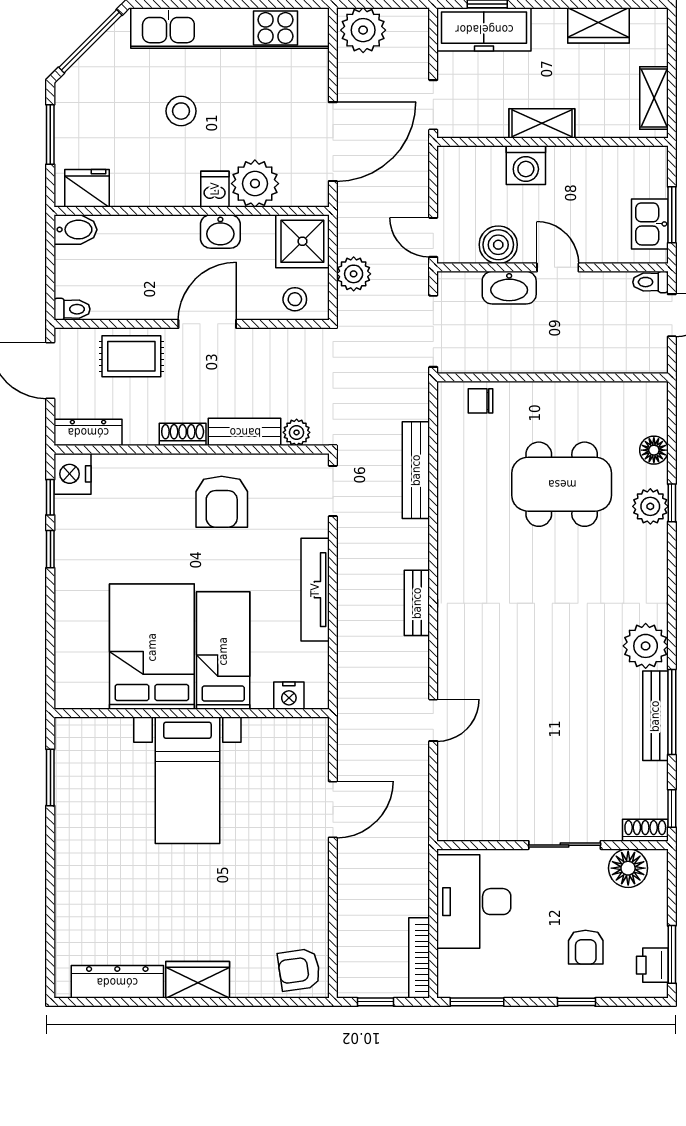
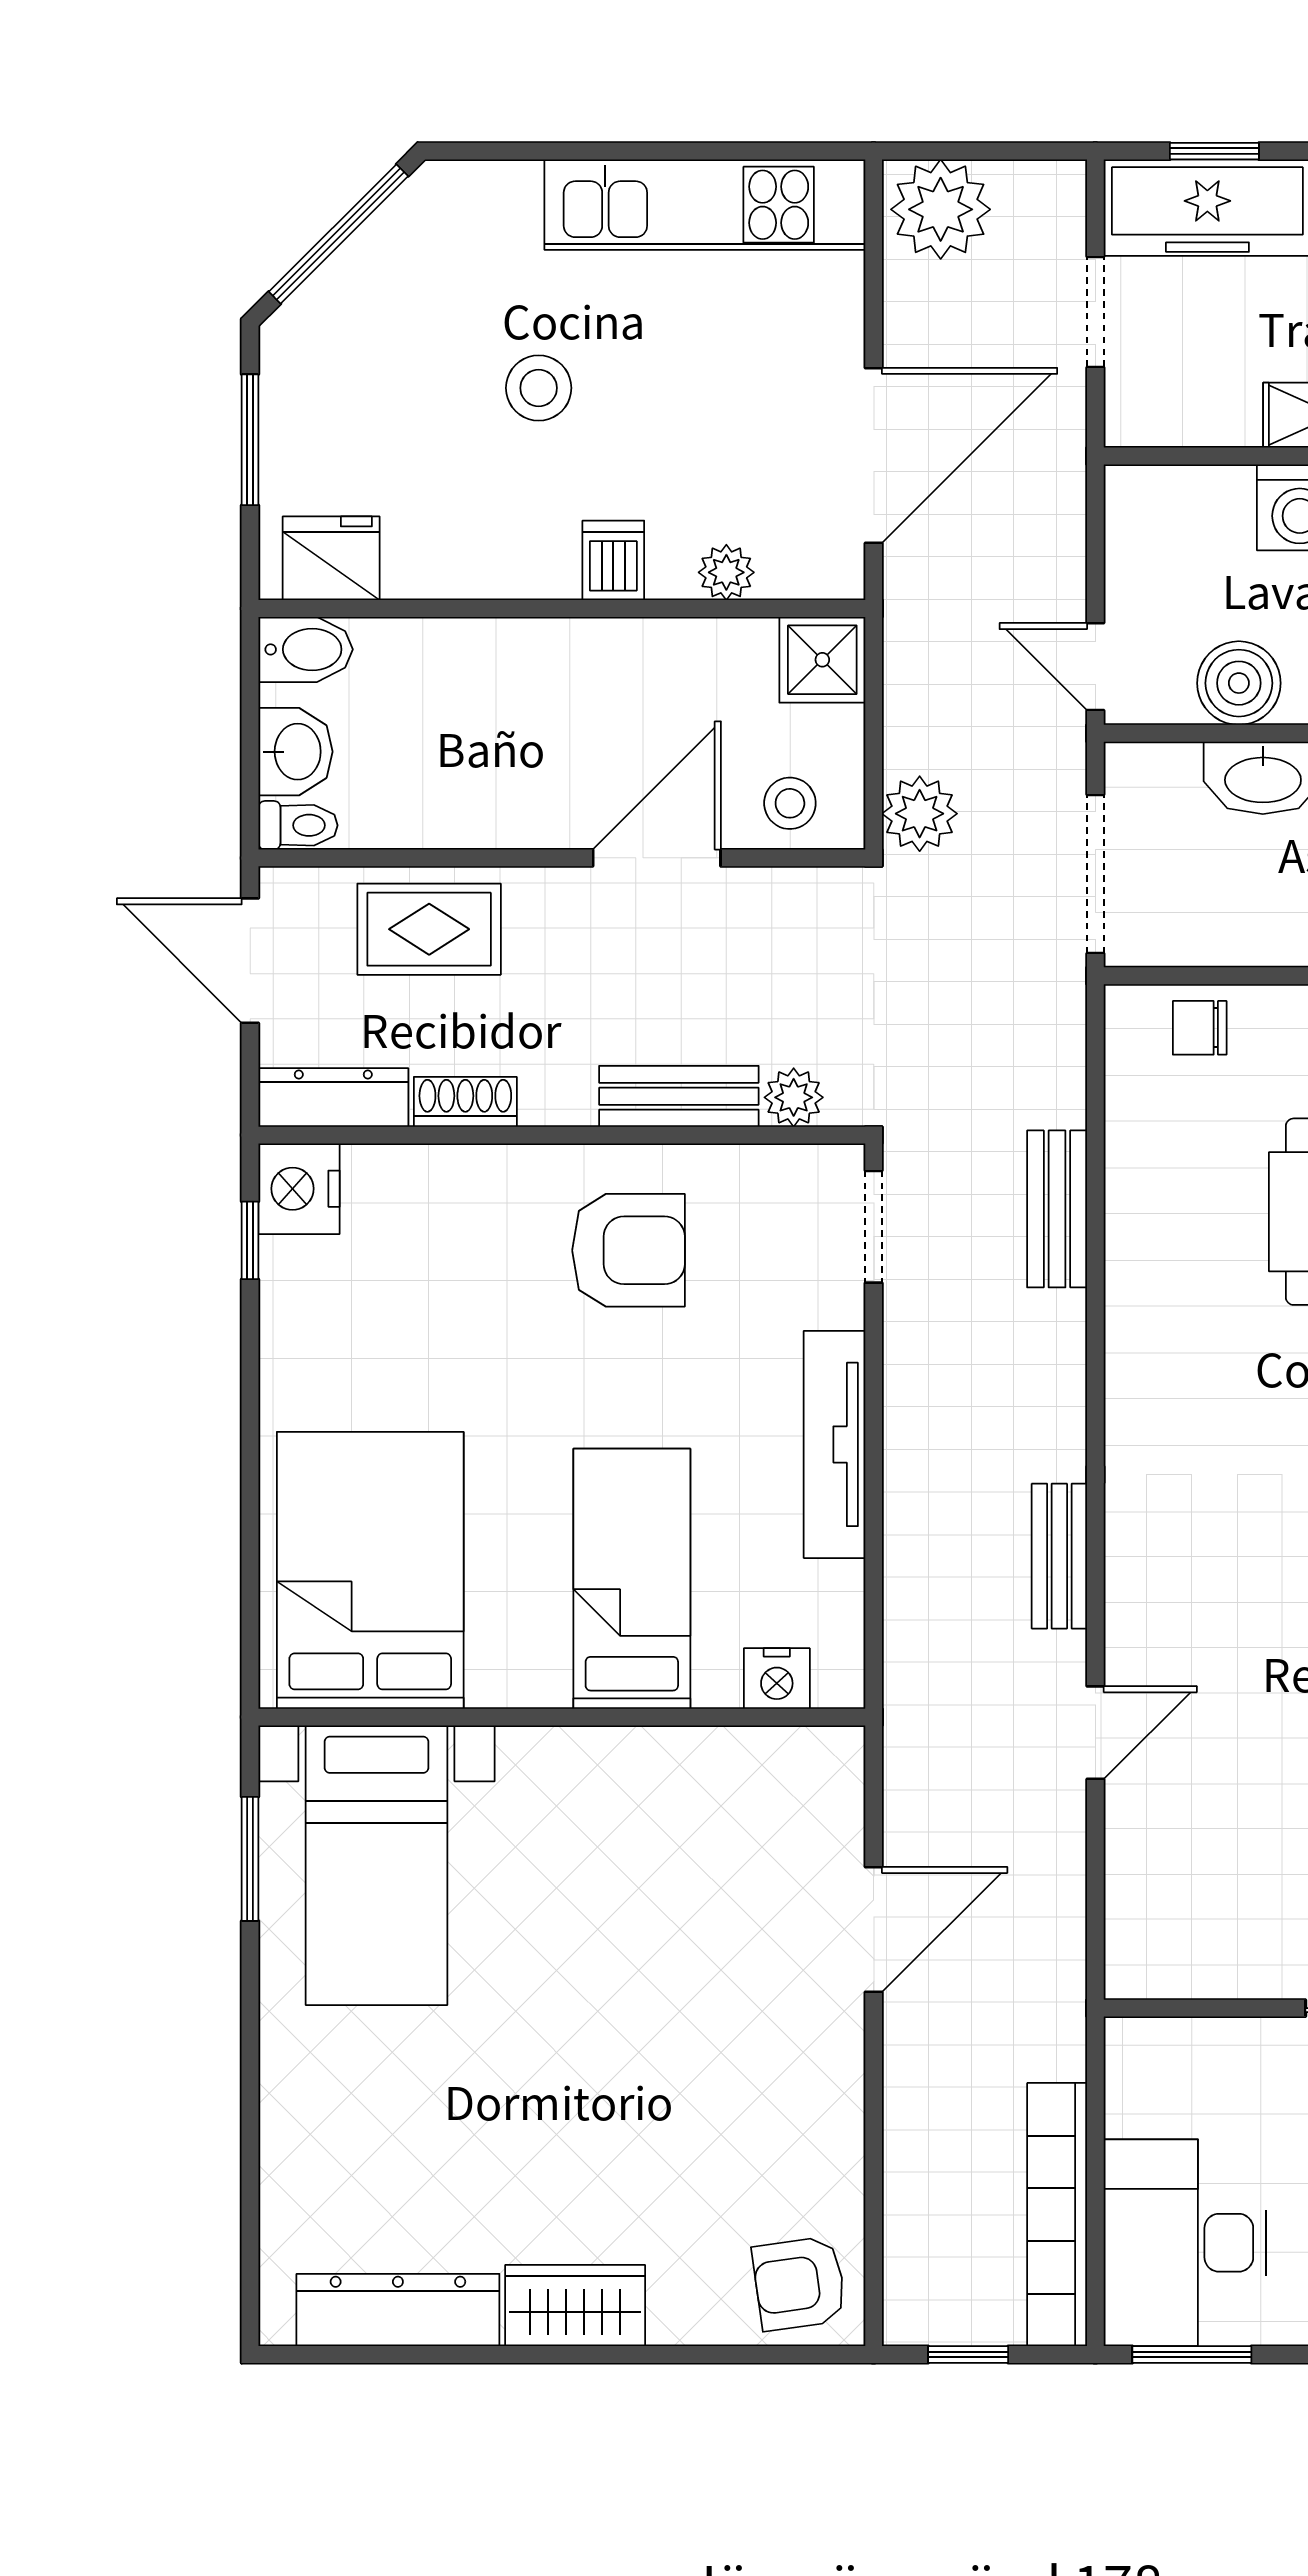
kitchen unit: (230, 28) -> (705, 205), width x0.73
doorway: (433, 105) -> (1095, 312), moved
plant: (255, 184) -> (726, 572), width x0.53, depth x0.53
washbasin: (220, 232) -> (295, 752), moved, turned -90
shower: (302, 241) -> (822, 660), width x0.73, depth x0.73
plant: (354, 274) -> (920, 814), moved
door: (207, 324) -> (657, 858), moved
shoe rack: (183, 434) -> (465, 1102), moved
bench: (416, 470) -> (1057, 1209), width x0.73
armchair: (222, 502) -> (628, 1250), turned -90
window: (50, 549) -> (250, 1355), removed
bench: (417, 603) -> (1059, 1556), moved
bed: (152, 647) -> (370, 1570), moved
bed with nightstands: (187, 780) -> (376, 1865), moved
desk: (474, 902) -> (1185, 2243), moved
bookcase: (419, 958) -> (1057, 2215), width x1.48, depth x1.31

